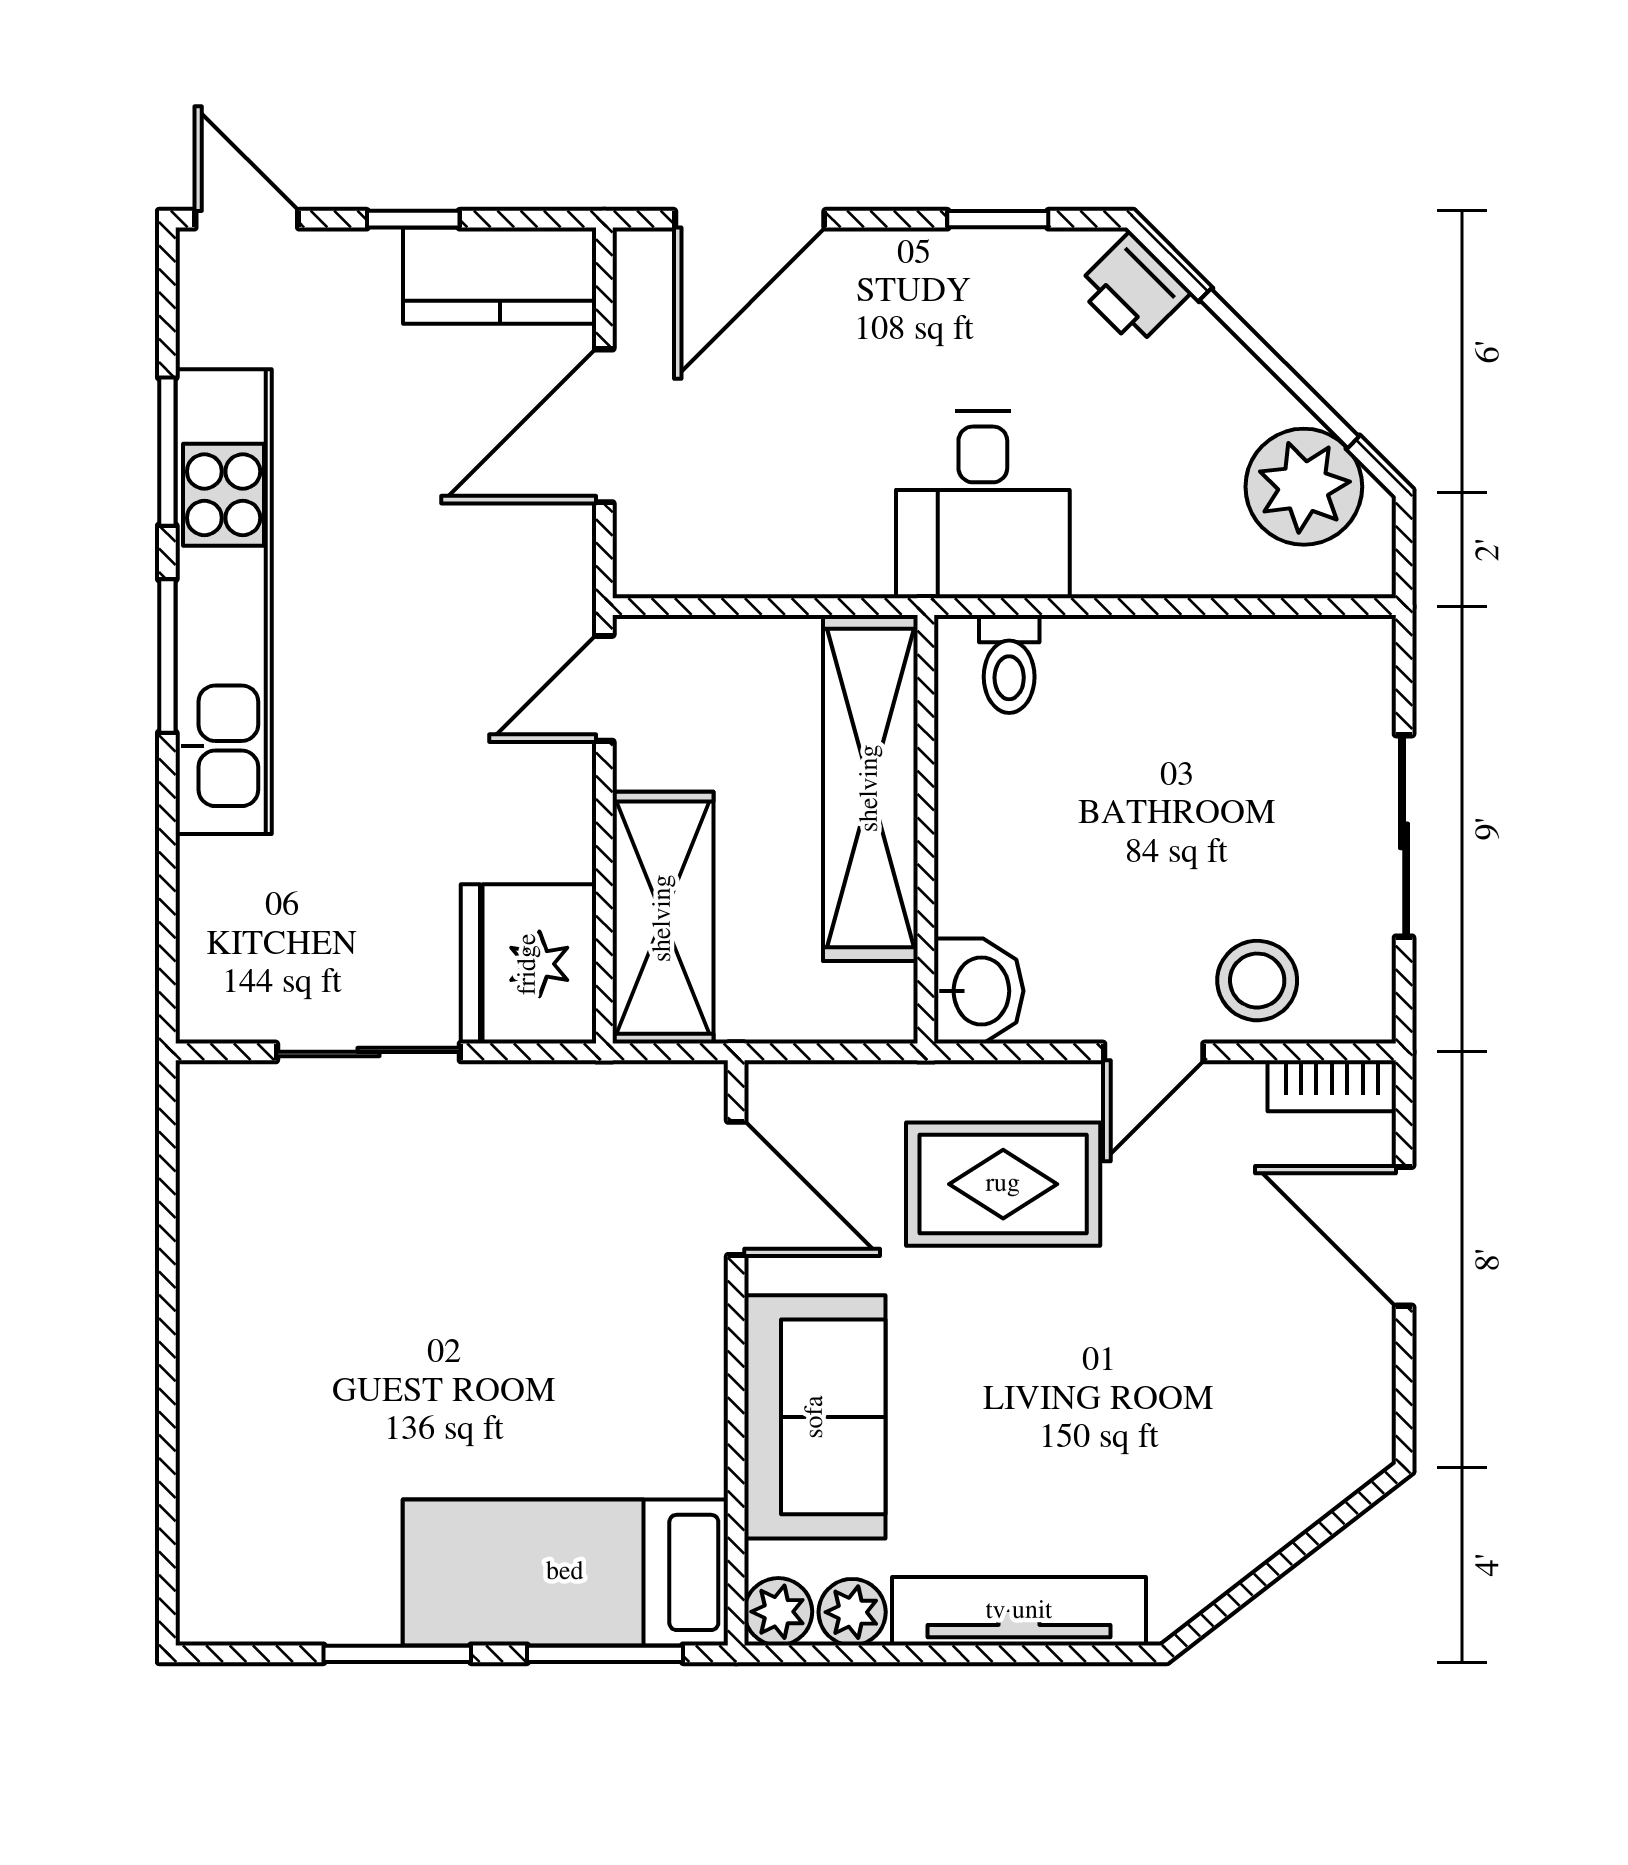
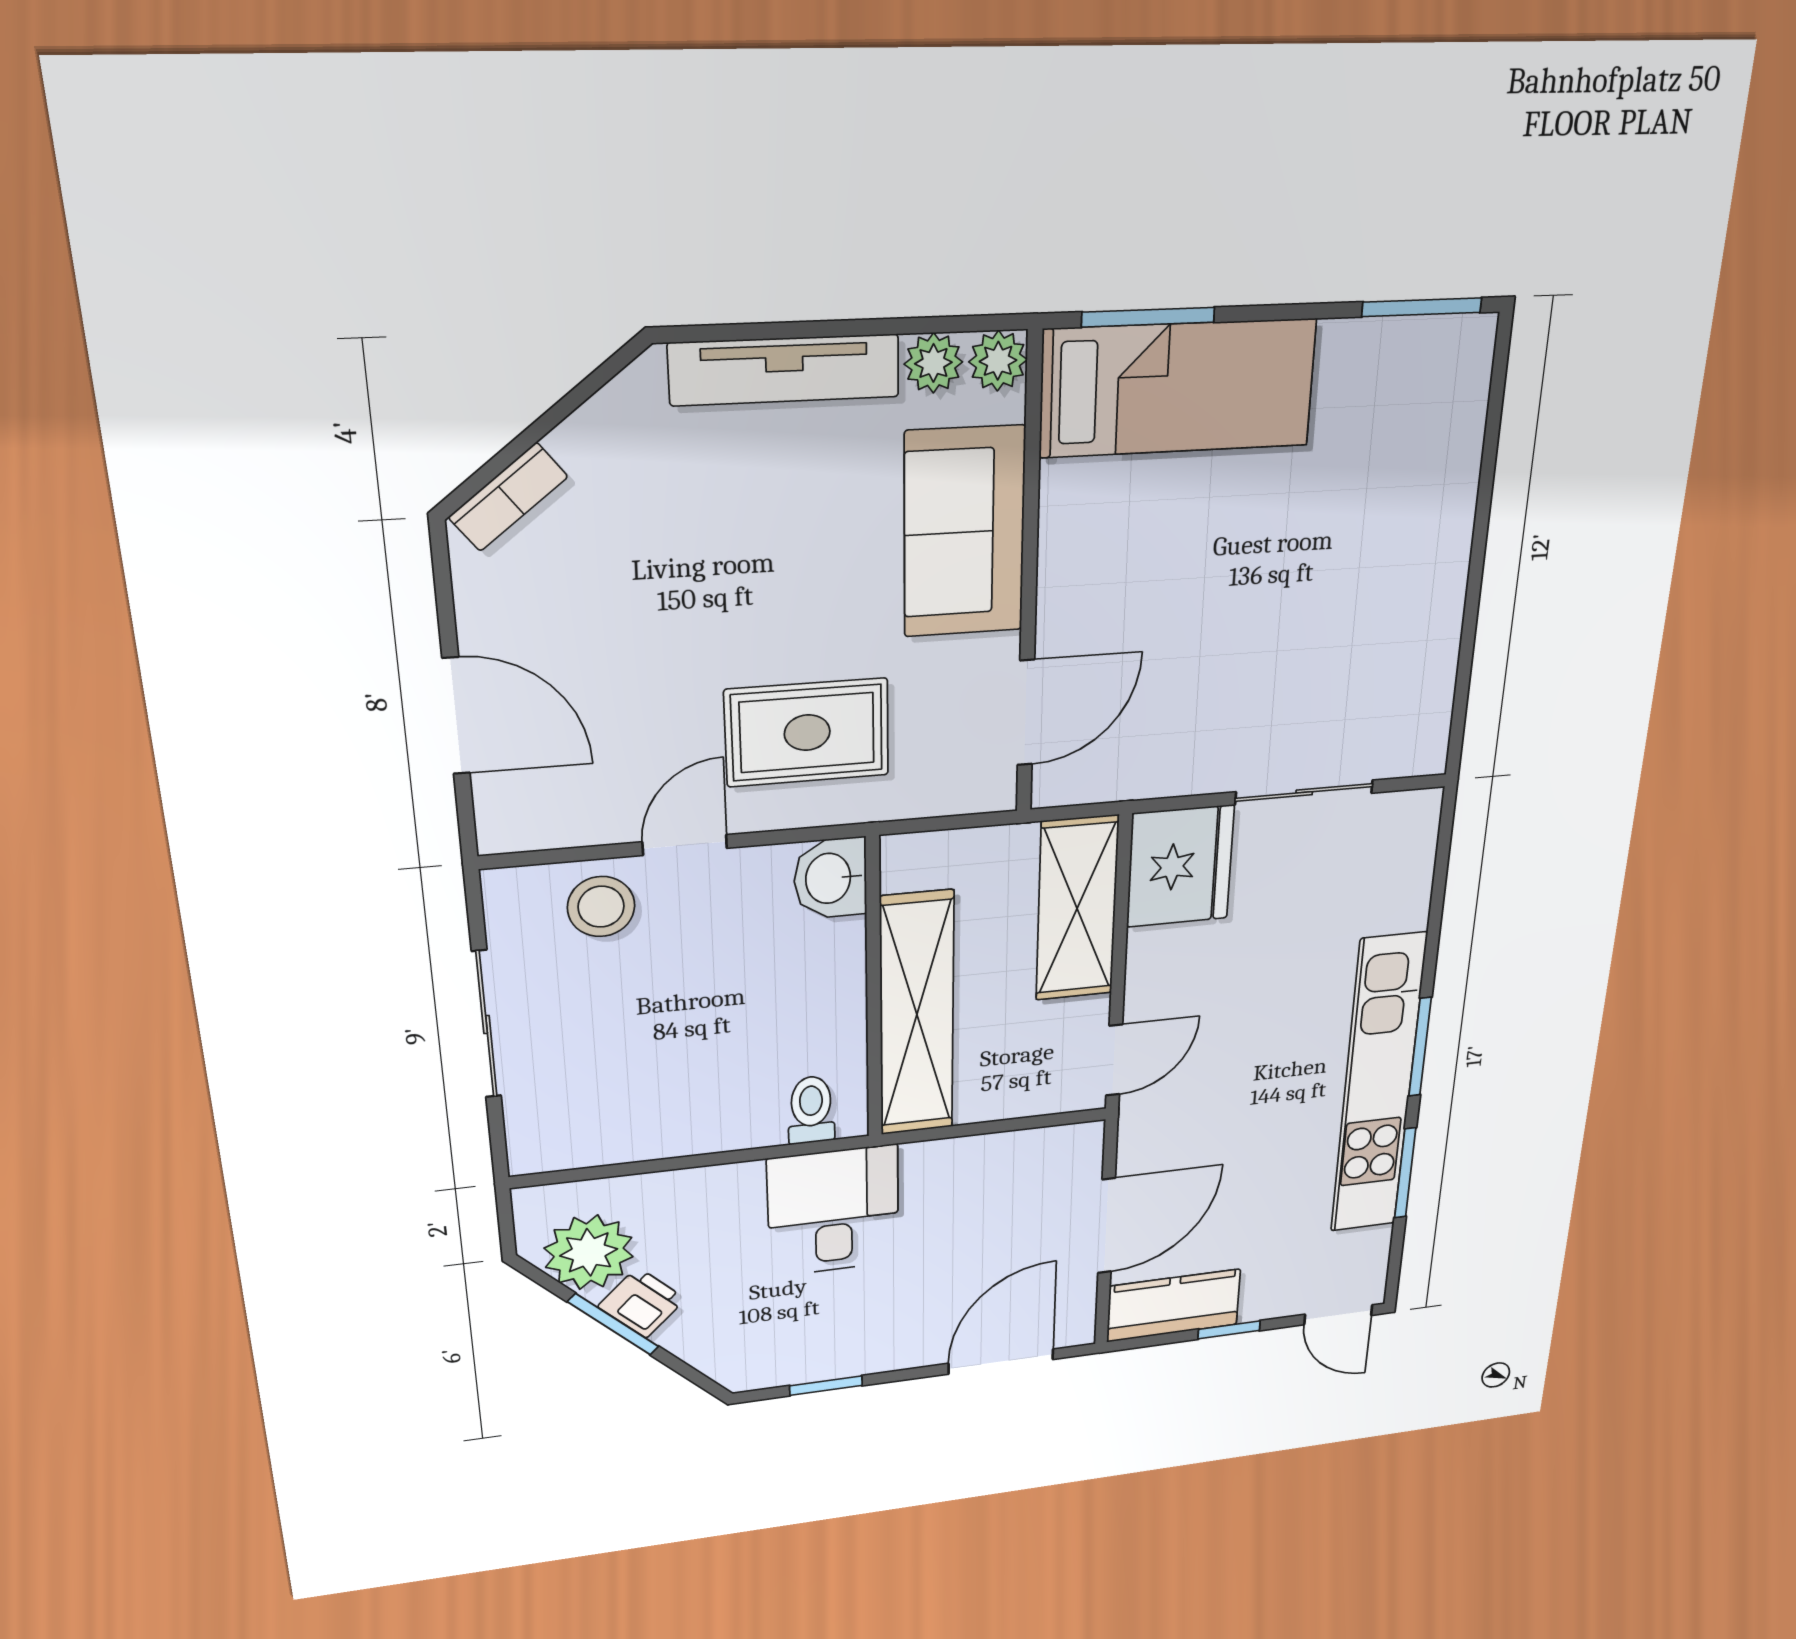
printer: (1133, 290) -> (642, 1303), moved
window: (1279, 368) -> (613, 1324), width x0.69
bookcase: (1332, 1086) -> (508, 497), moved, turned 142
door: (736, 1188) -> (1026, 713), swing flipped
window: (397, 1654) -> (1422, 307), moved

